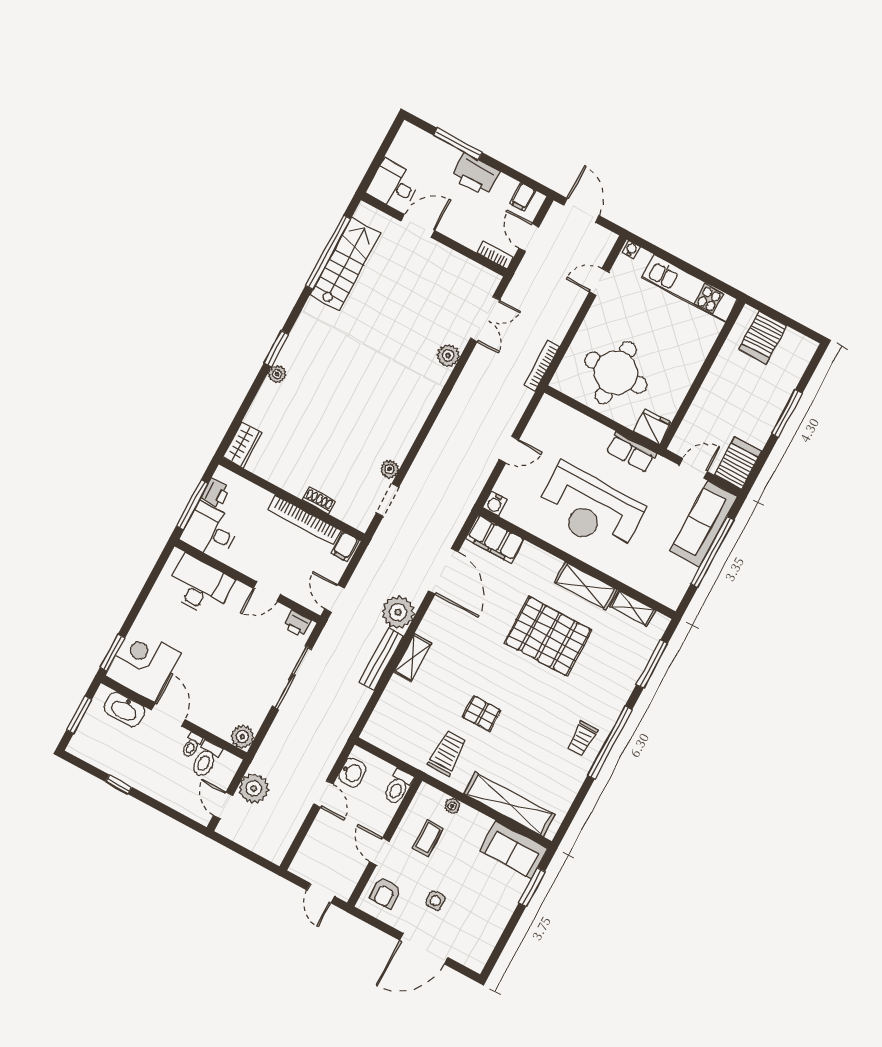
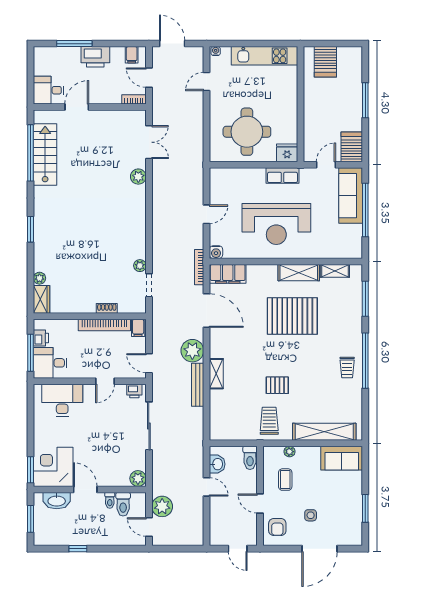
bookcase: (542, 366) -> (199, 267), moved
plant: (277, 374) -> (39, 278), moved
window: (532, 887) -> (365, 508), moved

